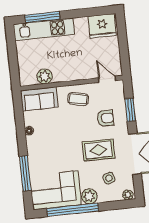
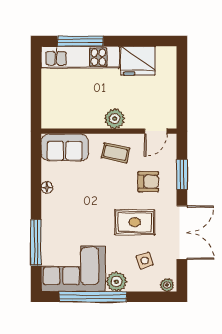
fridge: (102, 26) -> (138, 61), moved
plant: (45, 76) -> (115, 119), moved
door: (107, 79) -> (156, 131), swing flipped

